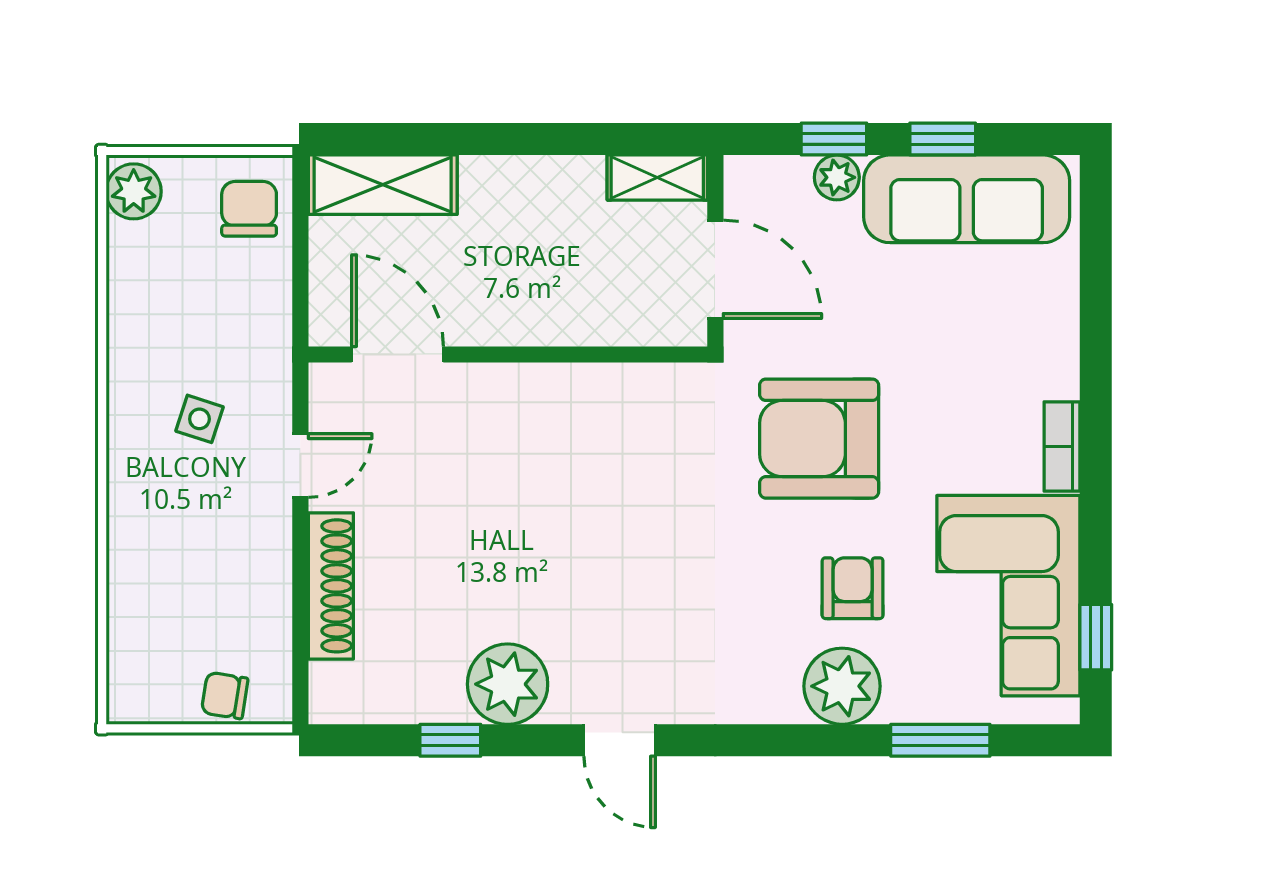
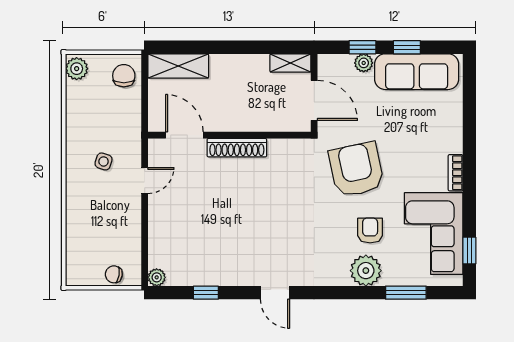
armchair: (819, 439) -> (356, 169), turned 78
shoe rack: (331, 586) -> (237, 148), moved, turned 90
plant: (508, 684) -> (157, 277), moved, width x0.53, depth x0.53

